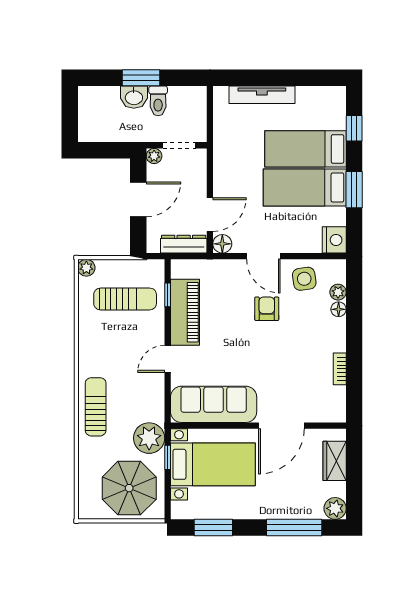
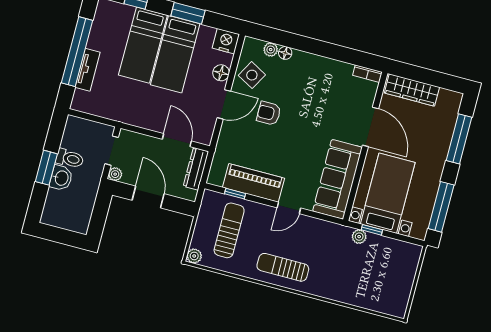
window: (279, 78) -> (77, 52), added
tv unit: (262, 95) -> (88, 70), width x0.71
floor lamp: (222, 244) -> (221, 73), moved
side table: (304, 279) -> (252, 75), turned 37
door: (168, 359) -> (289, 208), hinge flipped
bookcase: (340, 369) -> (367, 74), moved
sun lounger: (96, 407) -> (283, 267), moved
plant: (149, 438) -> (359, 237), width x0.53, depth x0.53
wardrobe: (335, 461) -> (412, 90), width x1.50
parasol: (129, 488) -> (389, 269), removed
plant: (335, 508) -> (452, 100), removed
window: (213, 528) -> (441, 207), width x1.44

